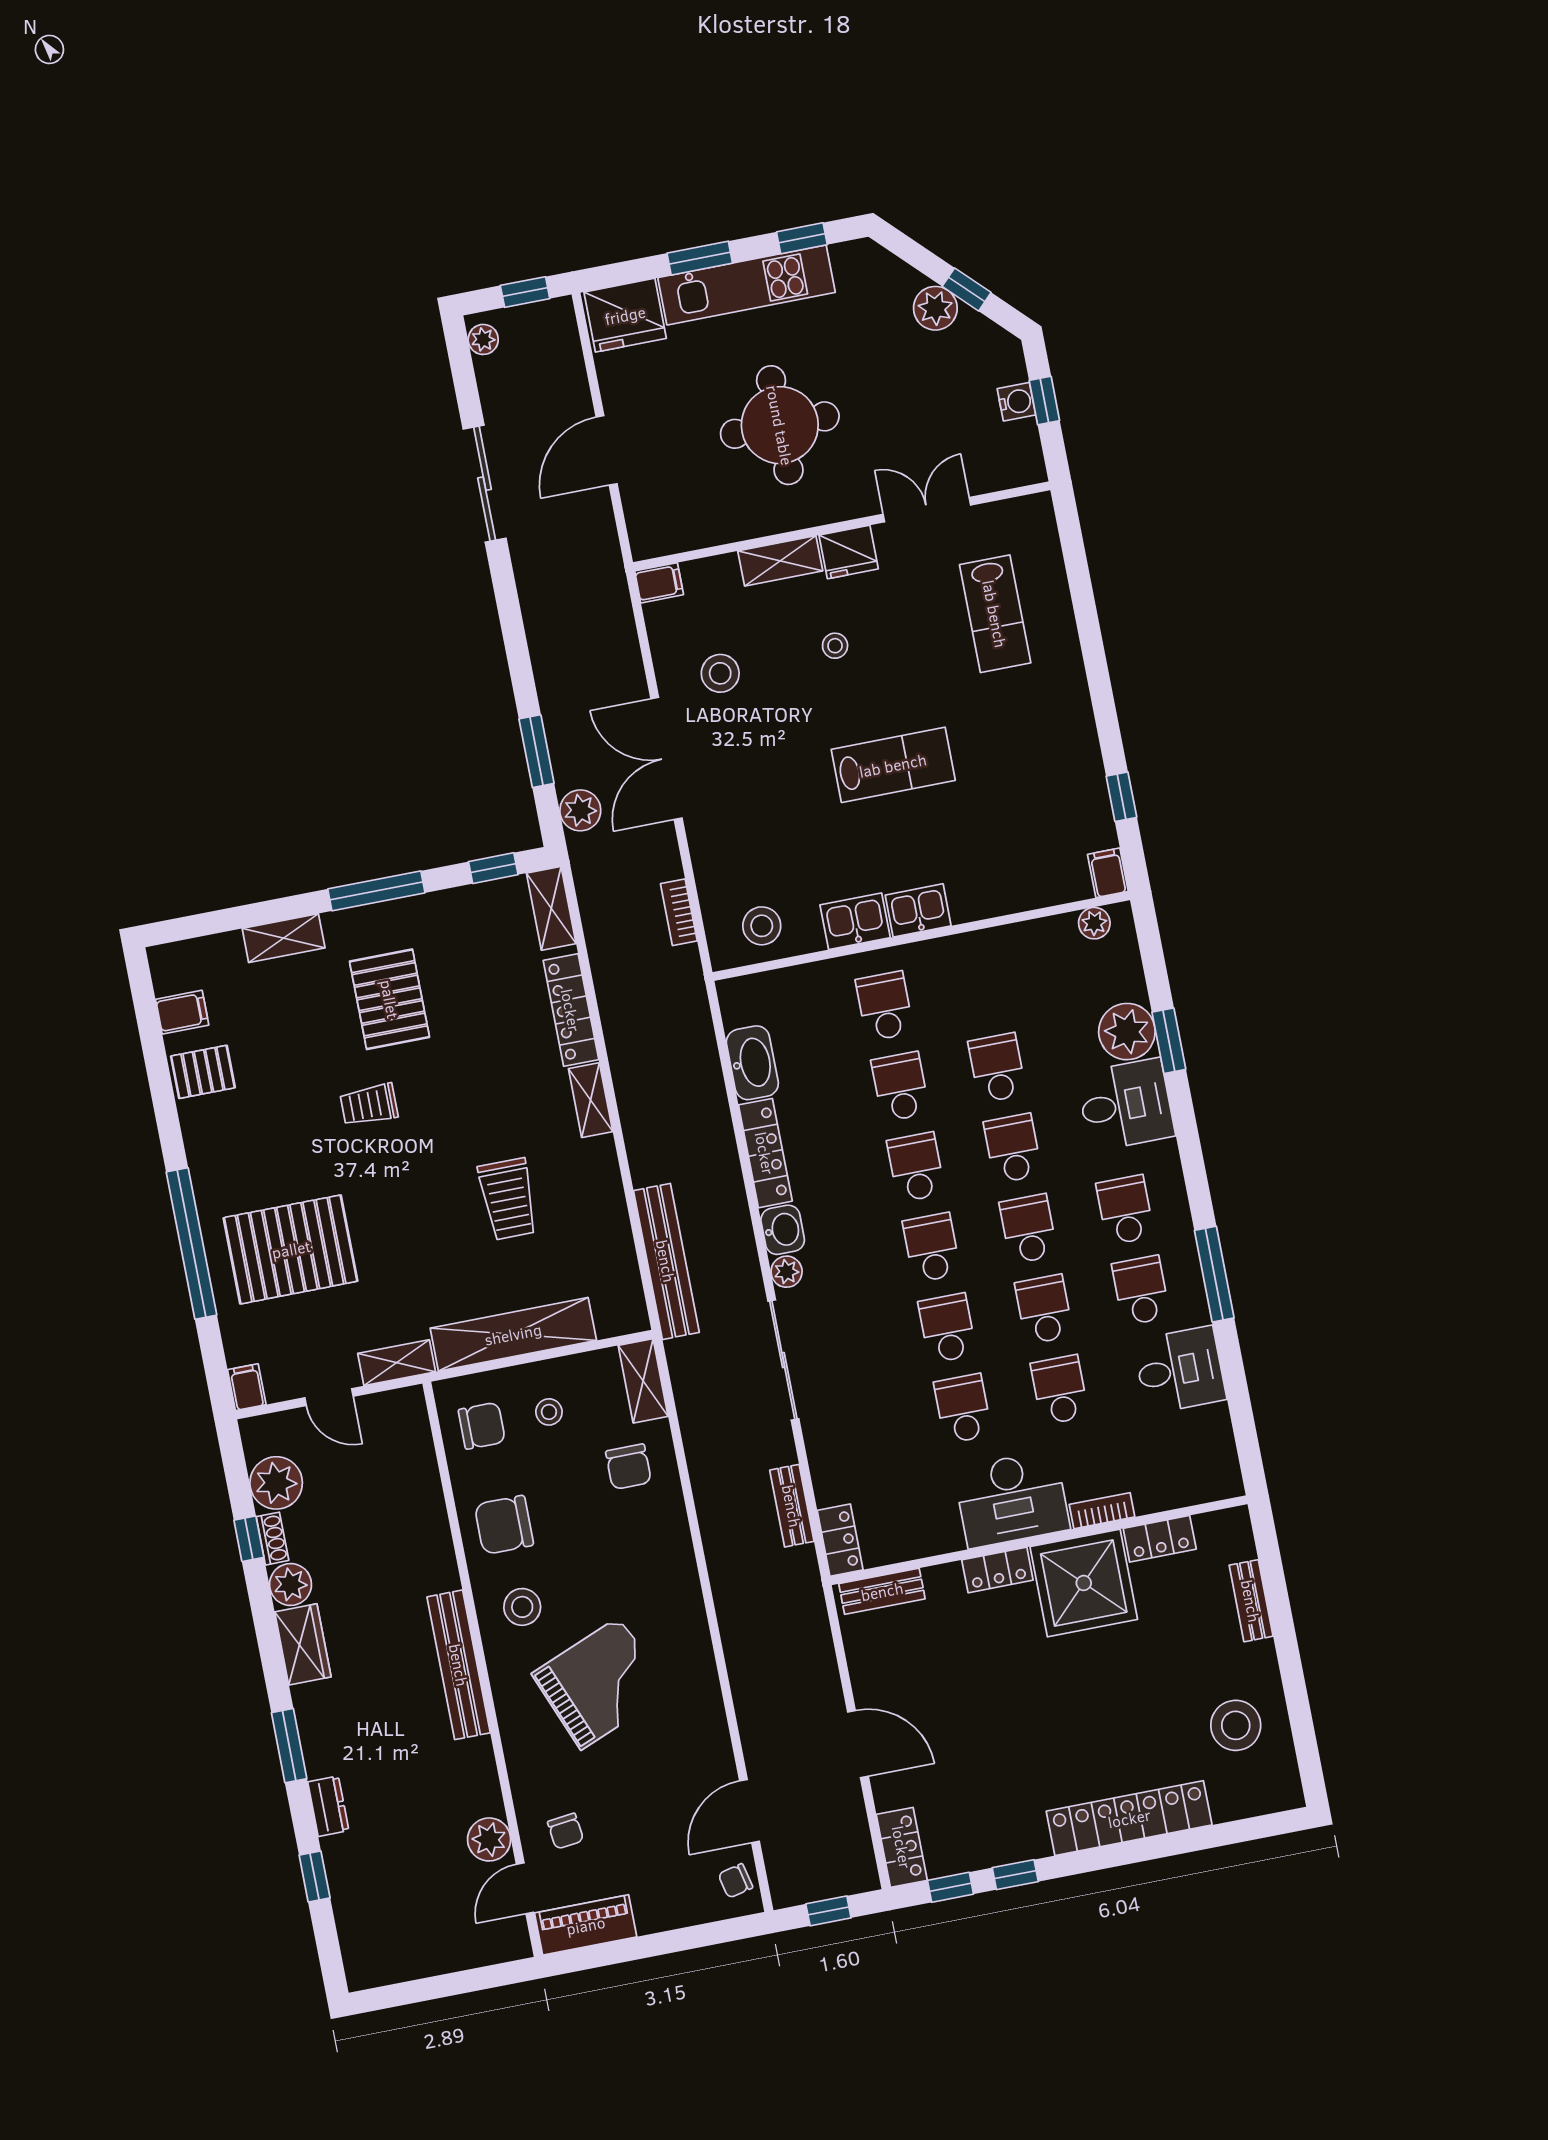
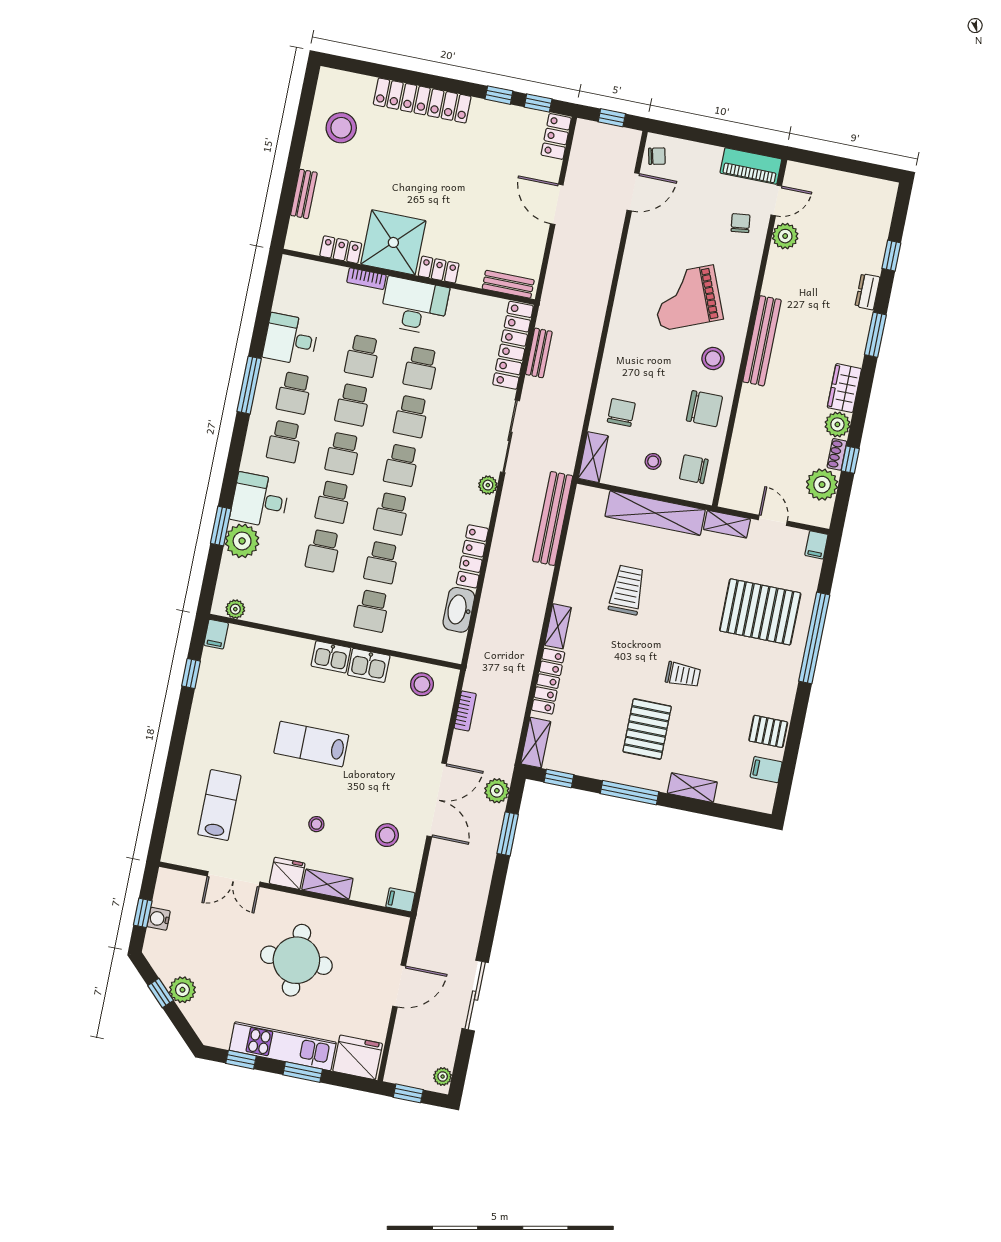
washbasin: (783, 1230) -> (480, 509), removed
locker: (840, 1540) -> (513, 345), width x2.16, depth x1.21

